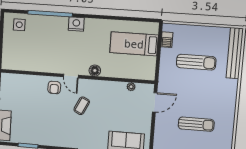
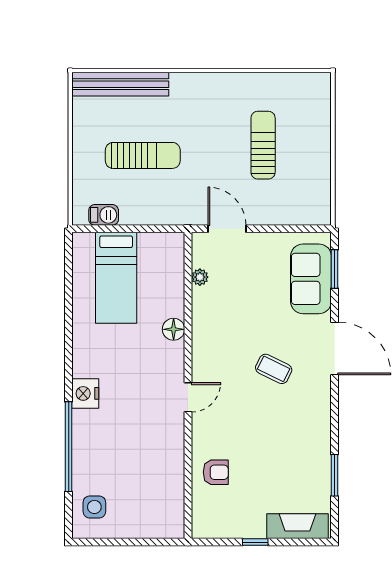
sun lounger: (196, 62) -> (143, 155), turned 90
floor lamp: (95, 71) -> (174, 329), moved
armchair: (54, 87) -> (216, 472), moved
coffee table: (82, 106) -> (274, 369), moved

